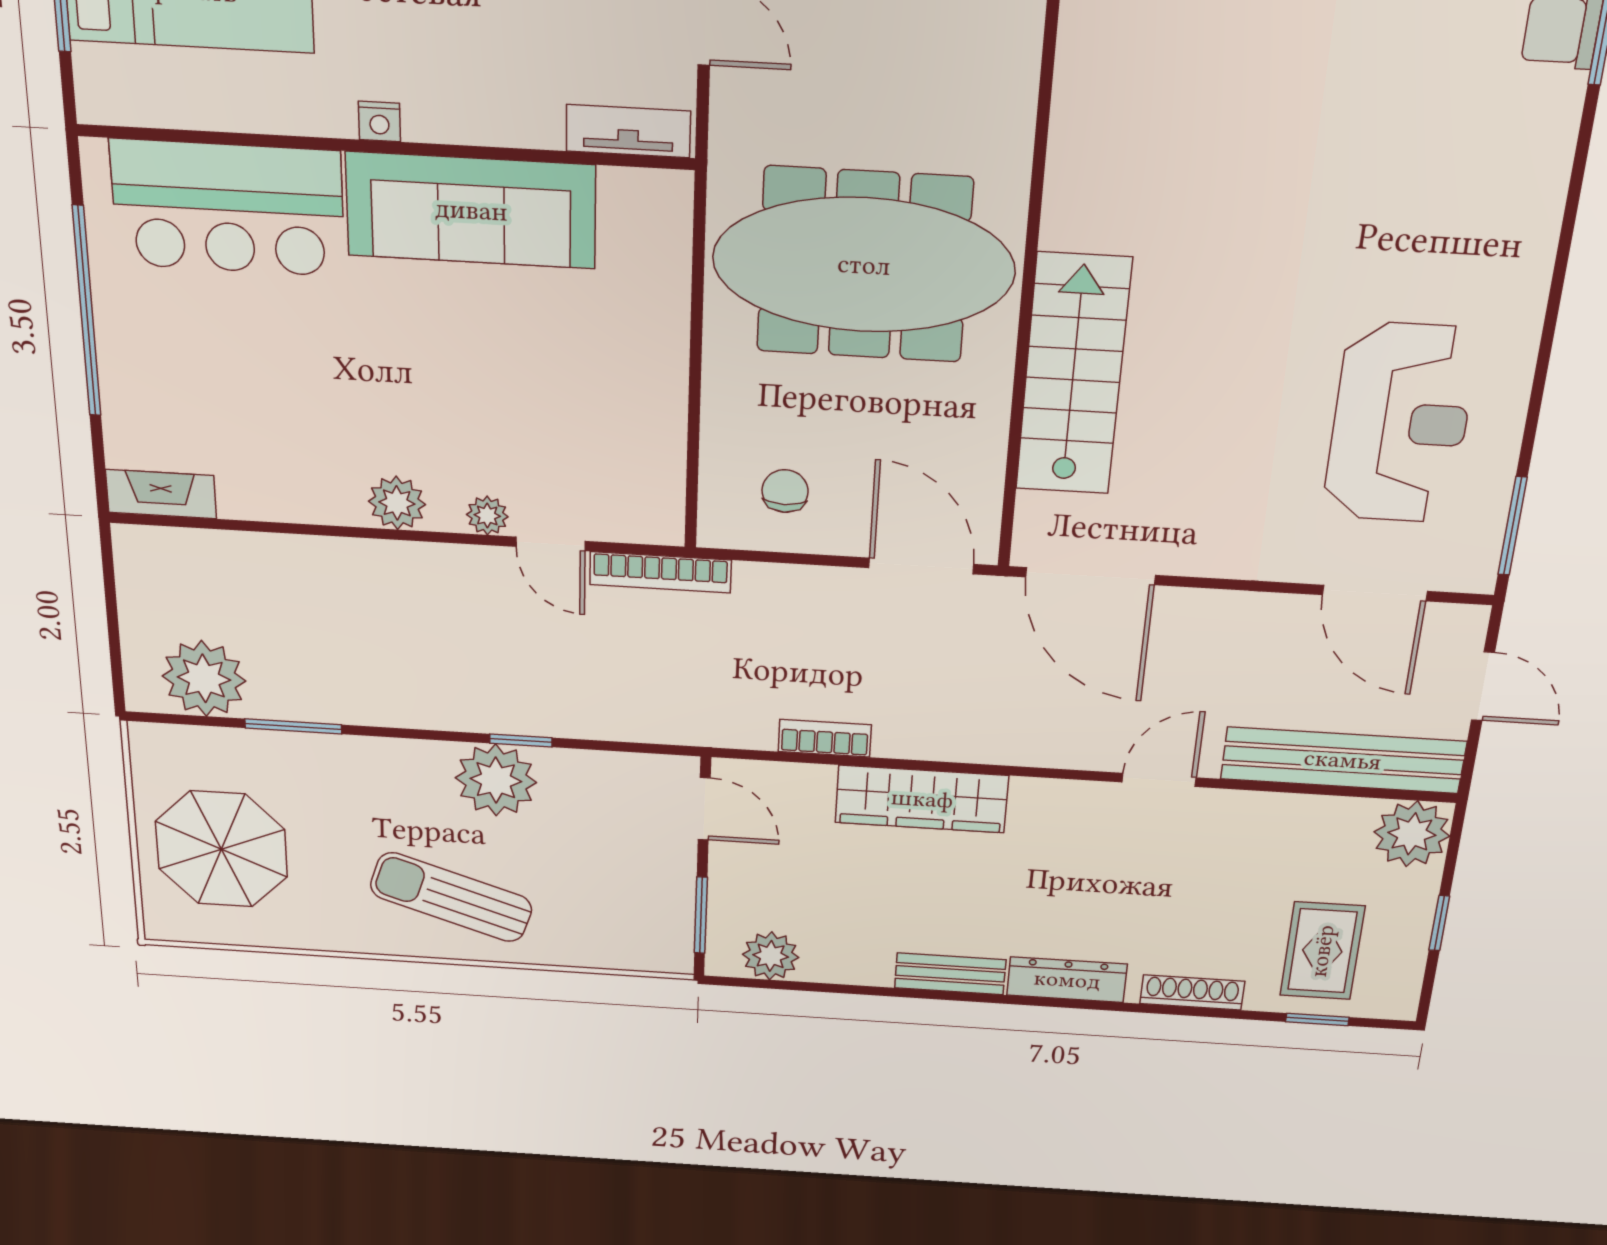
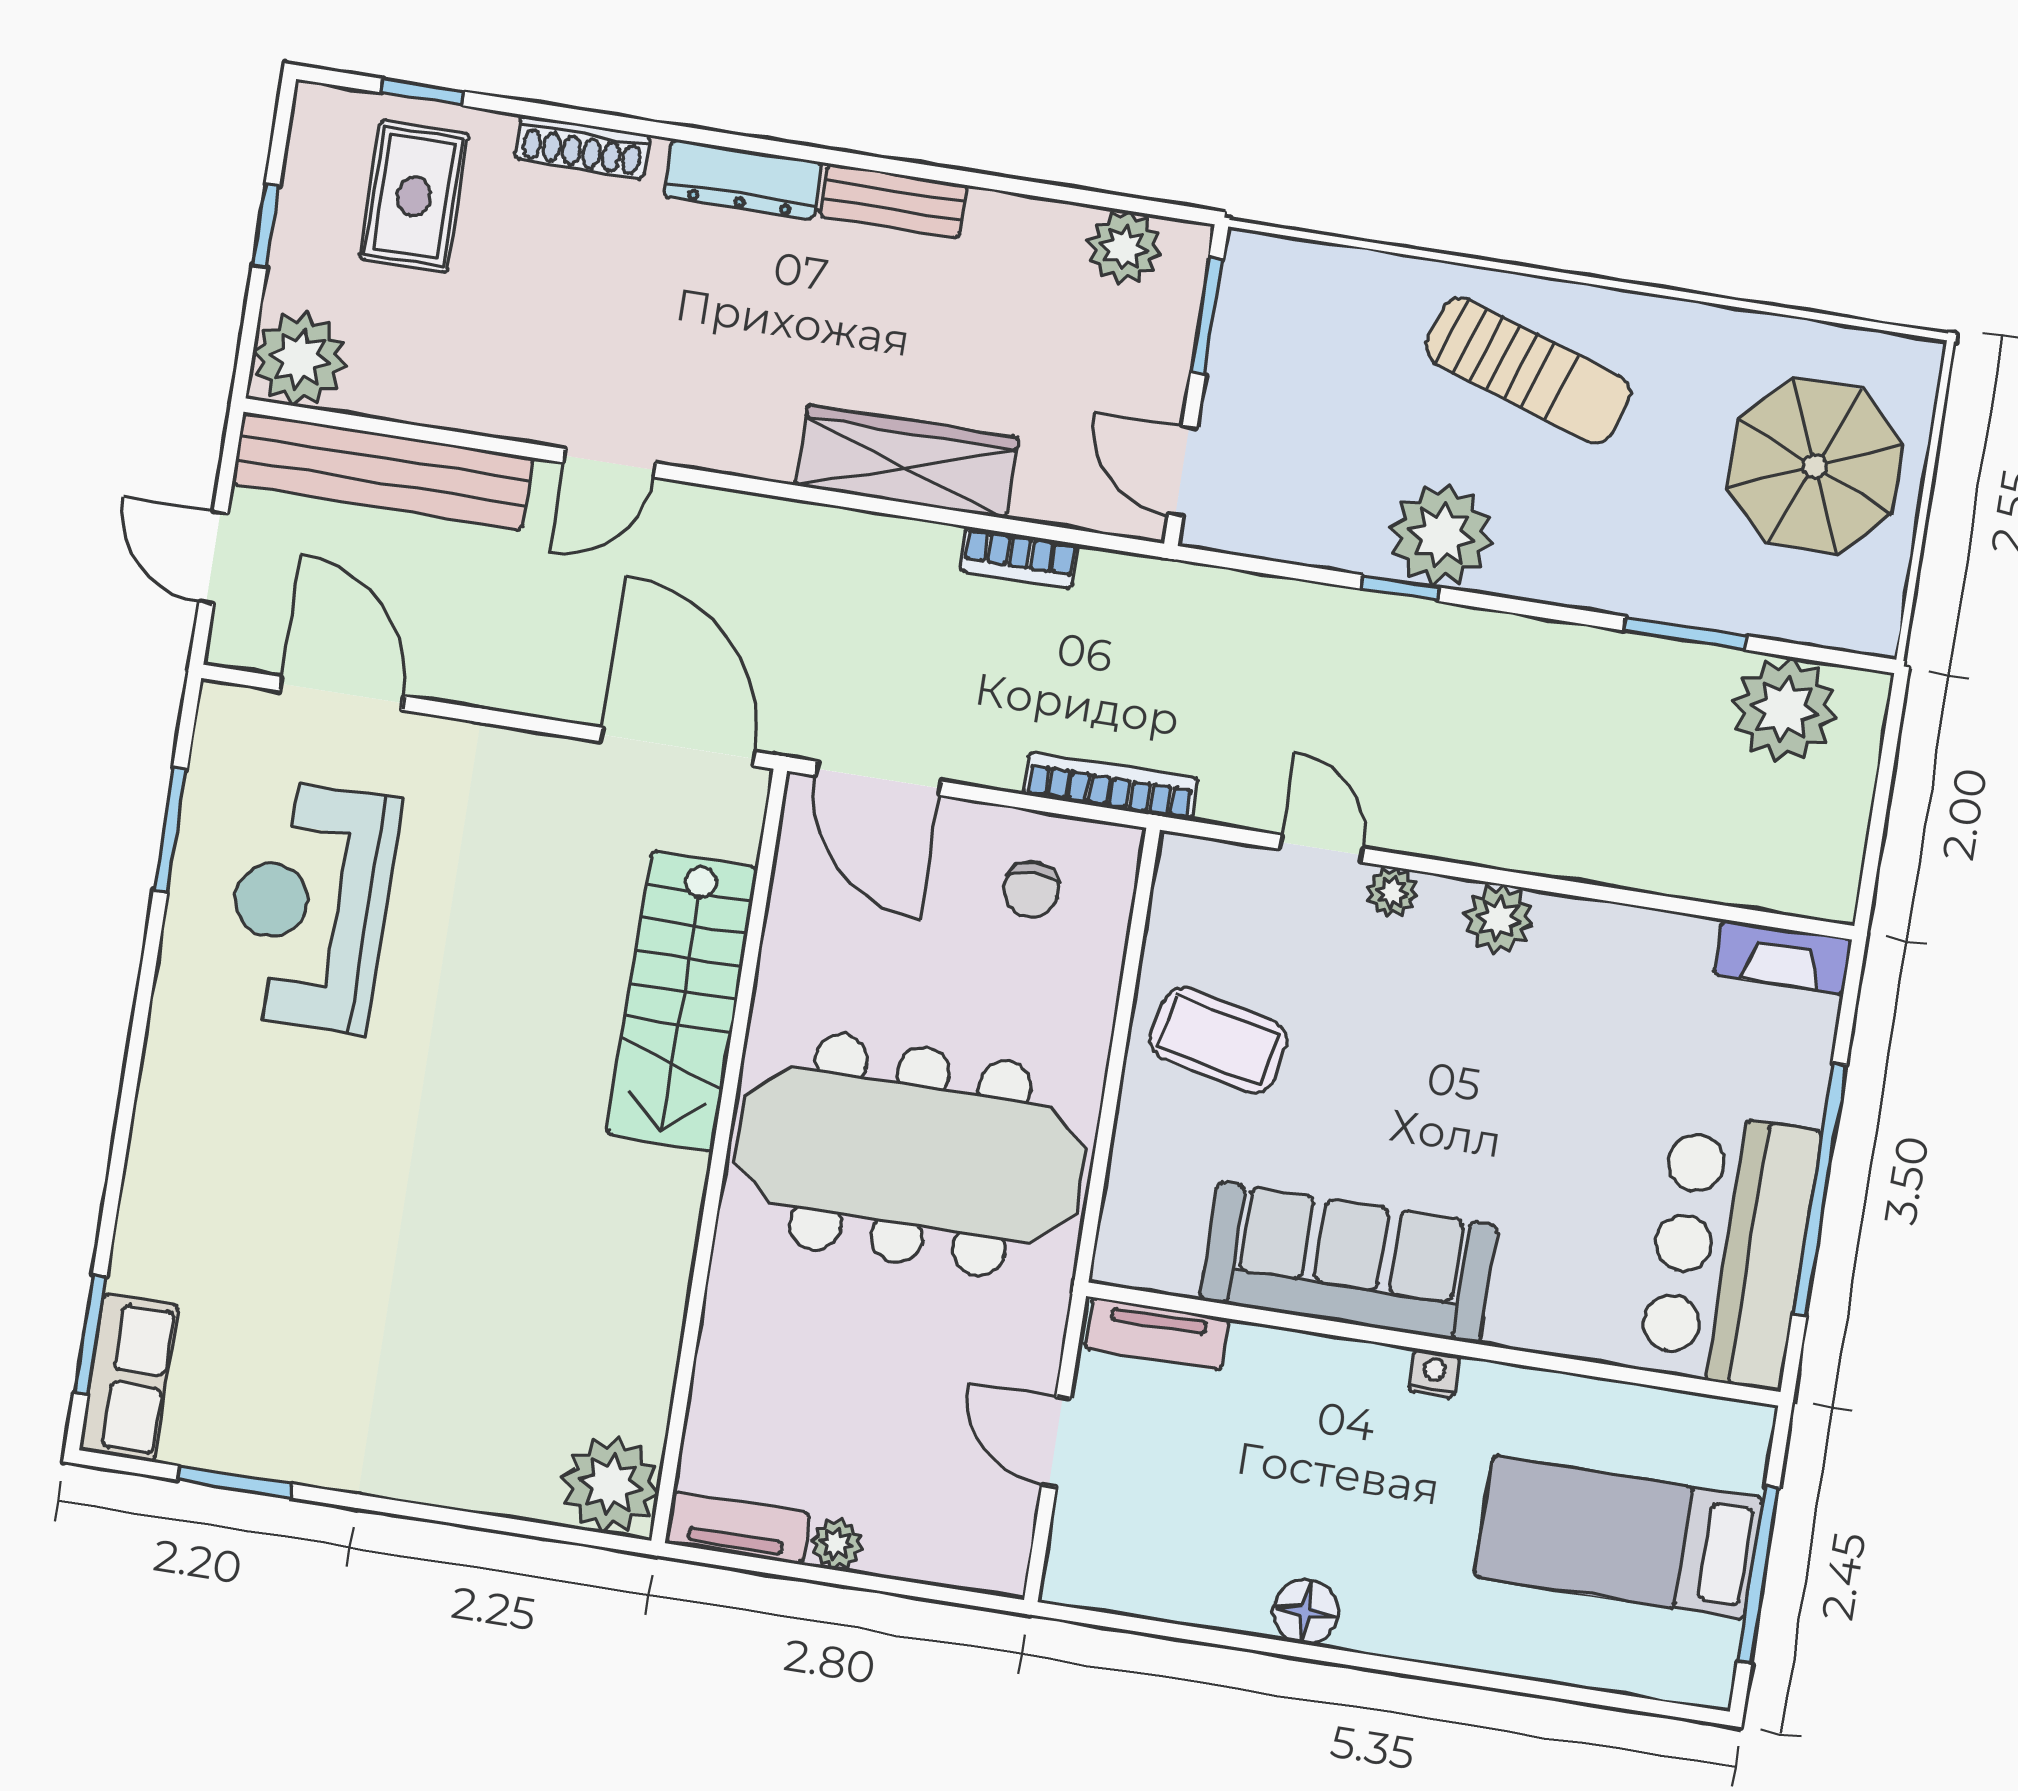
bar counter: (228, 208) -> (1729, 1250), moved, turned -90
coffee table: (612, 385) -> (1219, 1040), added
window: (1513, 526) -> (170, 830), moved
bookcase: (660, 572) -> (1110, 786), moved

